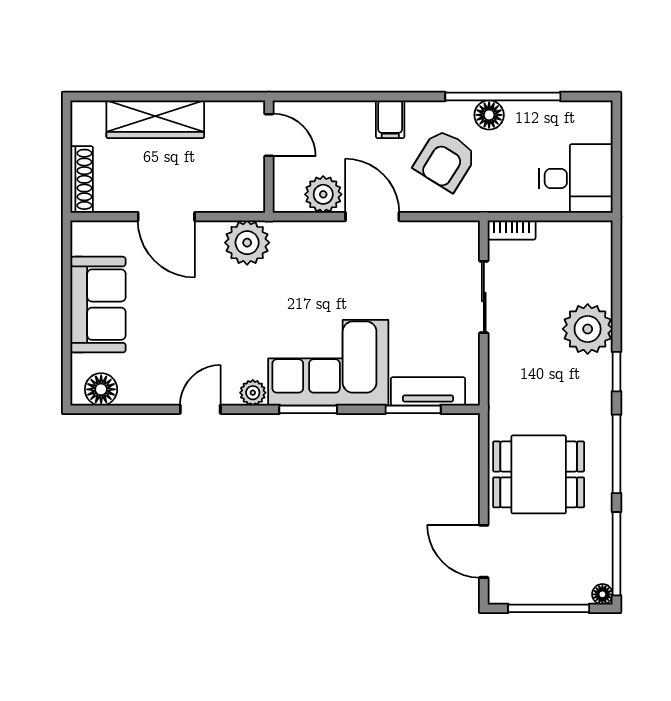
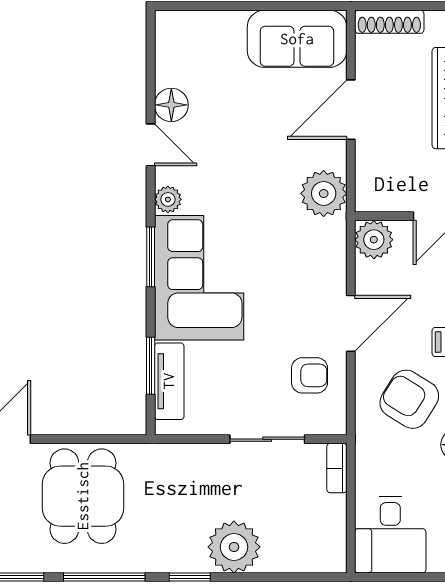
plant: (323, 194) -> (374, 240), moved
armchair: (422, 256) -> (310, 375), added
sofa: (98, 305) -> (297, 39), moved
floor lamp: (101, 389) -> (171, 105), moved

